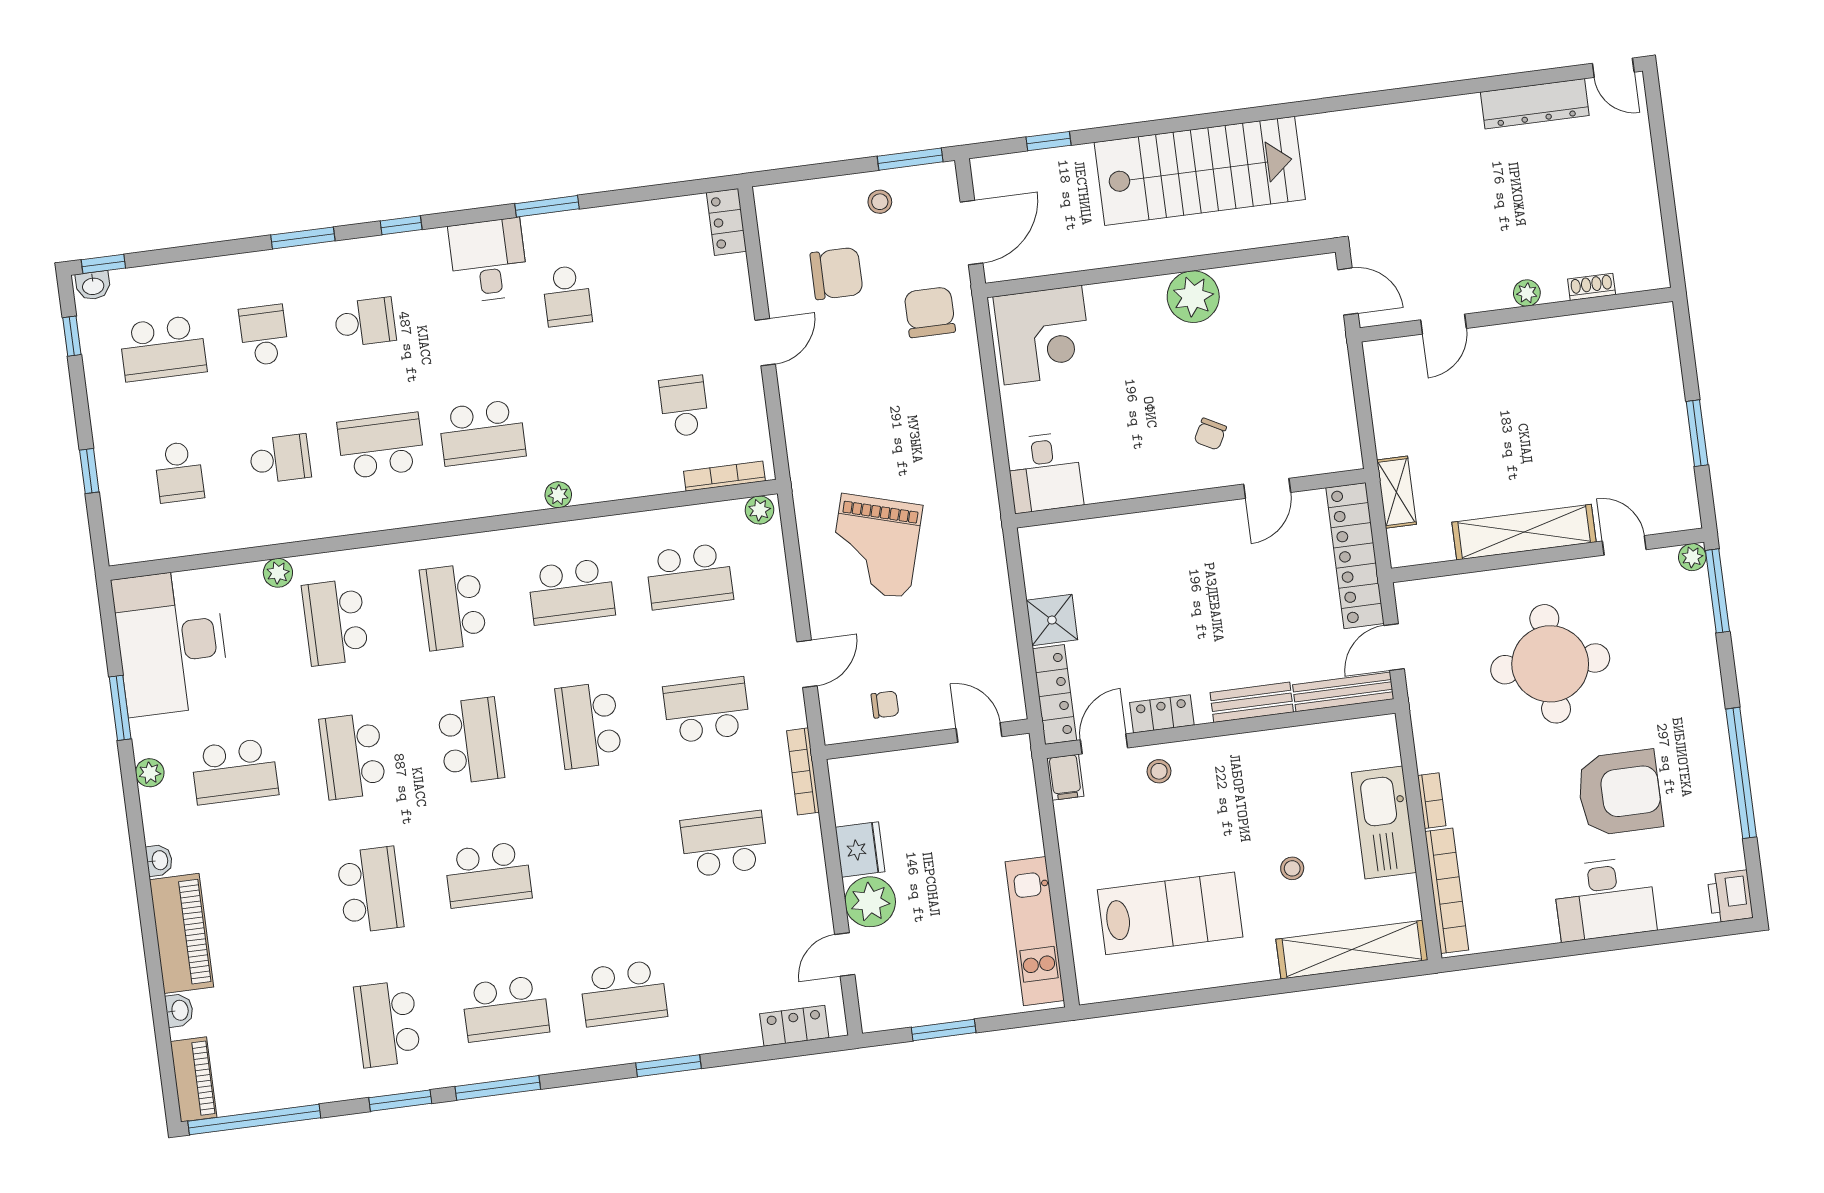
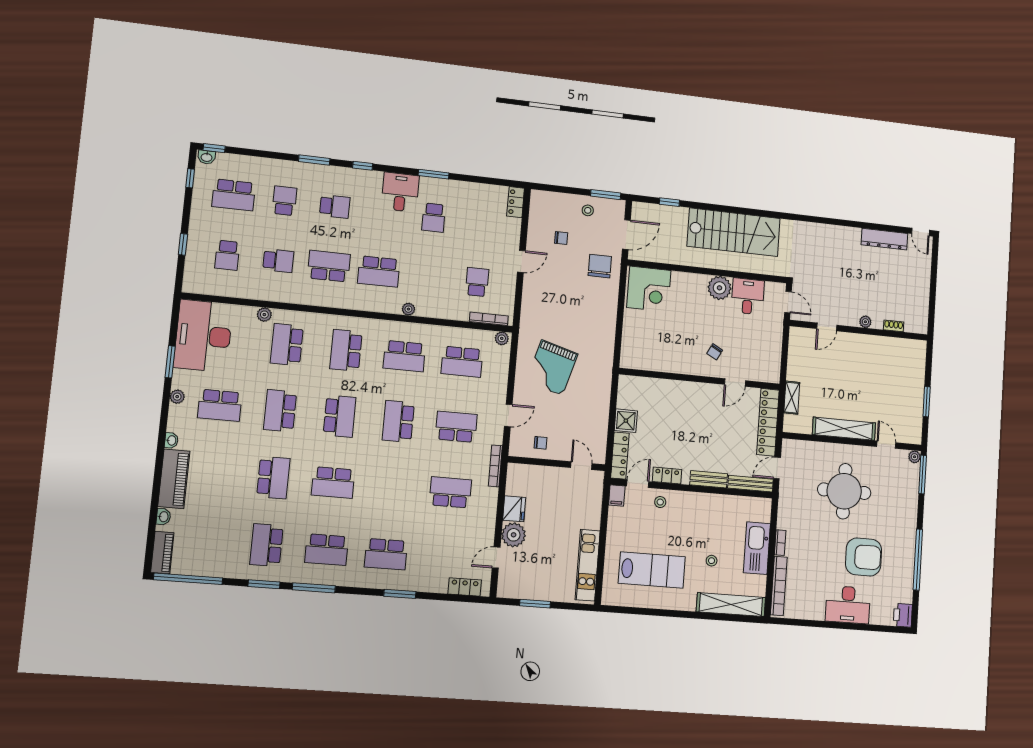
chair: (837, 273) -> (561, 238), width x0.54, depth x0.54
desk: (1045, 472) -> (748, 296), moved, turned 180

